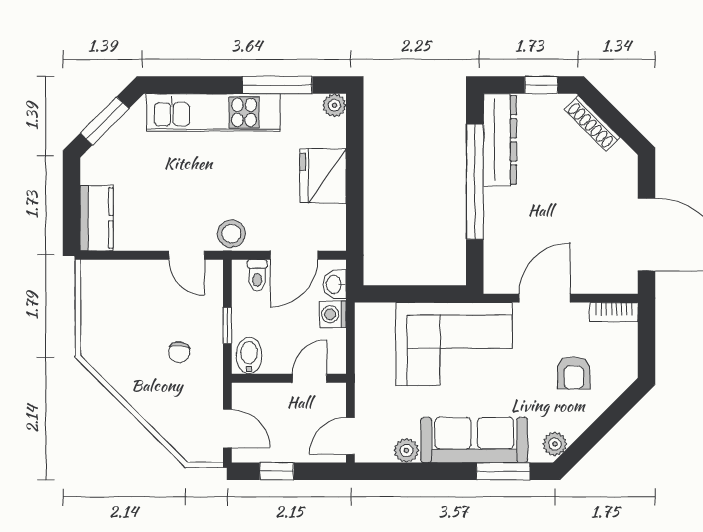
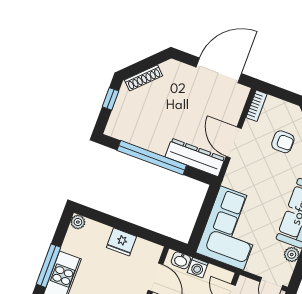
window: (277, 85) -> (48, 266), moved
dresser: (500, 140) -> (195, 157), moved
fridge: (323, 176) -> (121, 242), width x0.73, depth x0.75
corner sofa: (454, 344) -> (232, 228), moved

